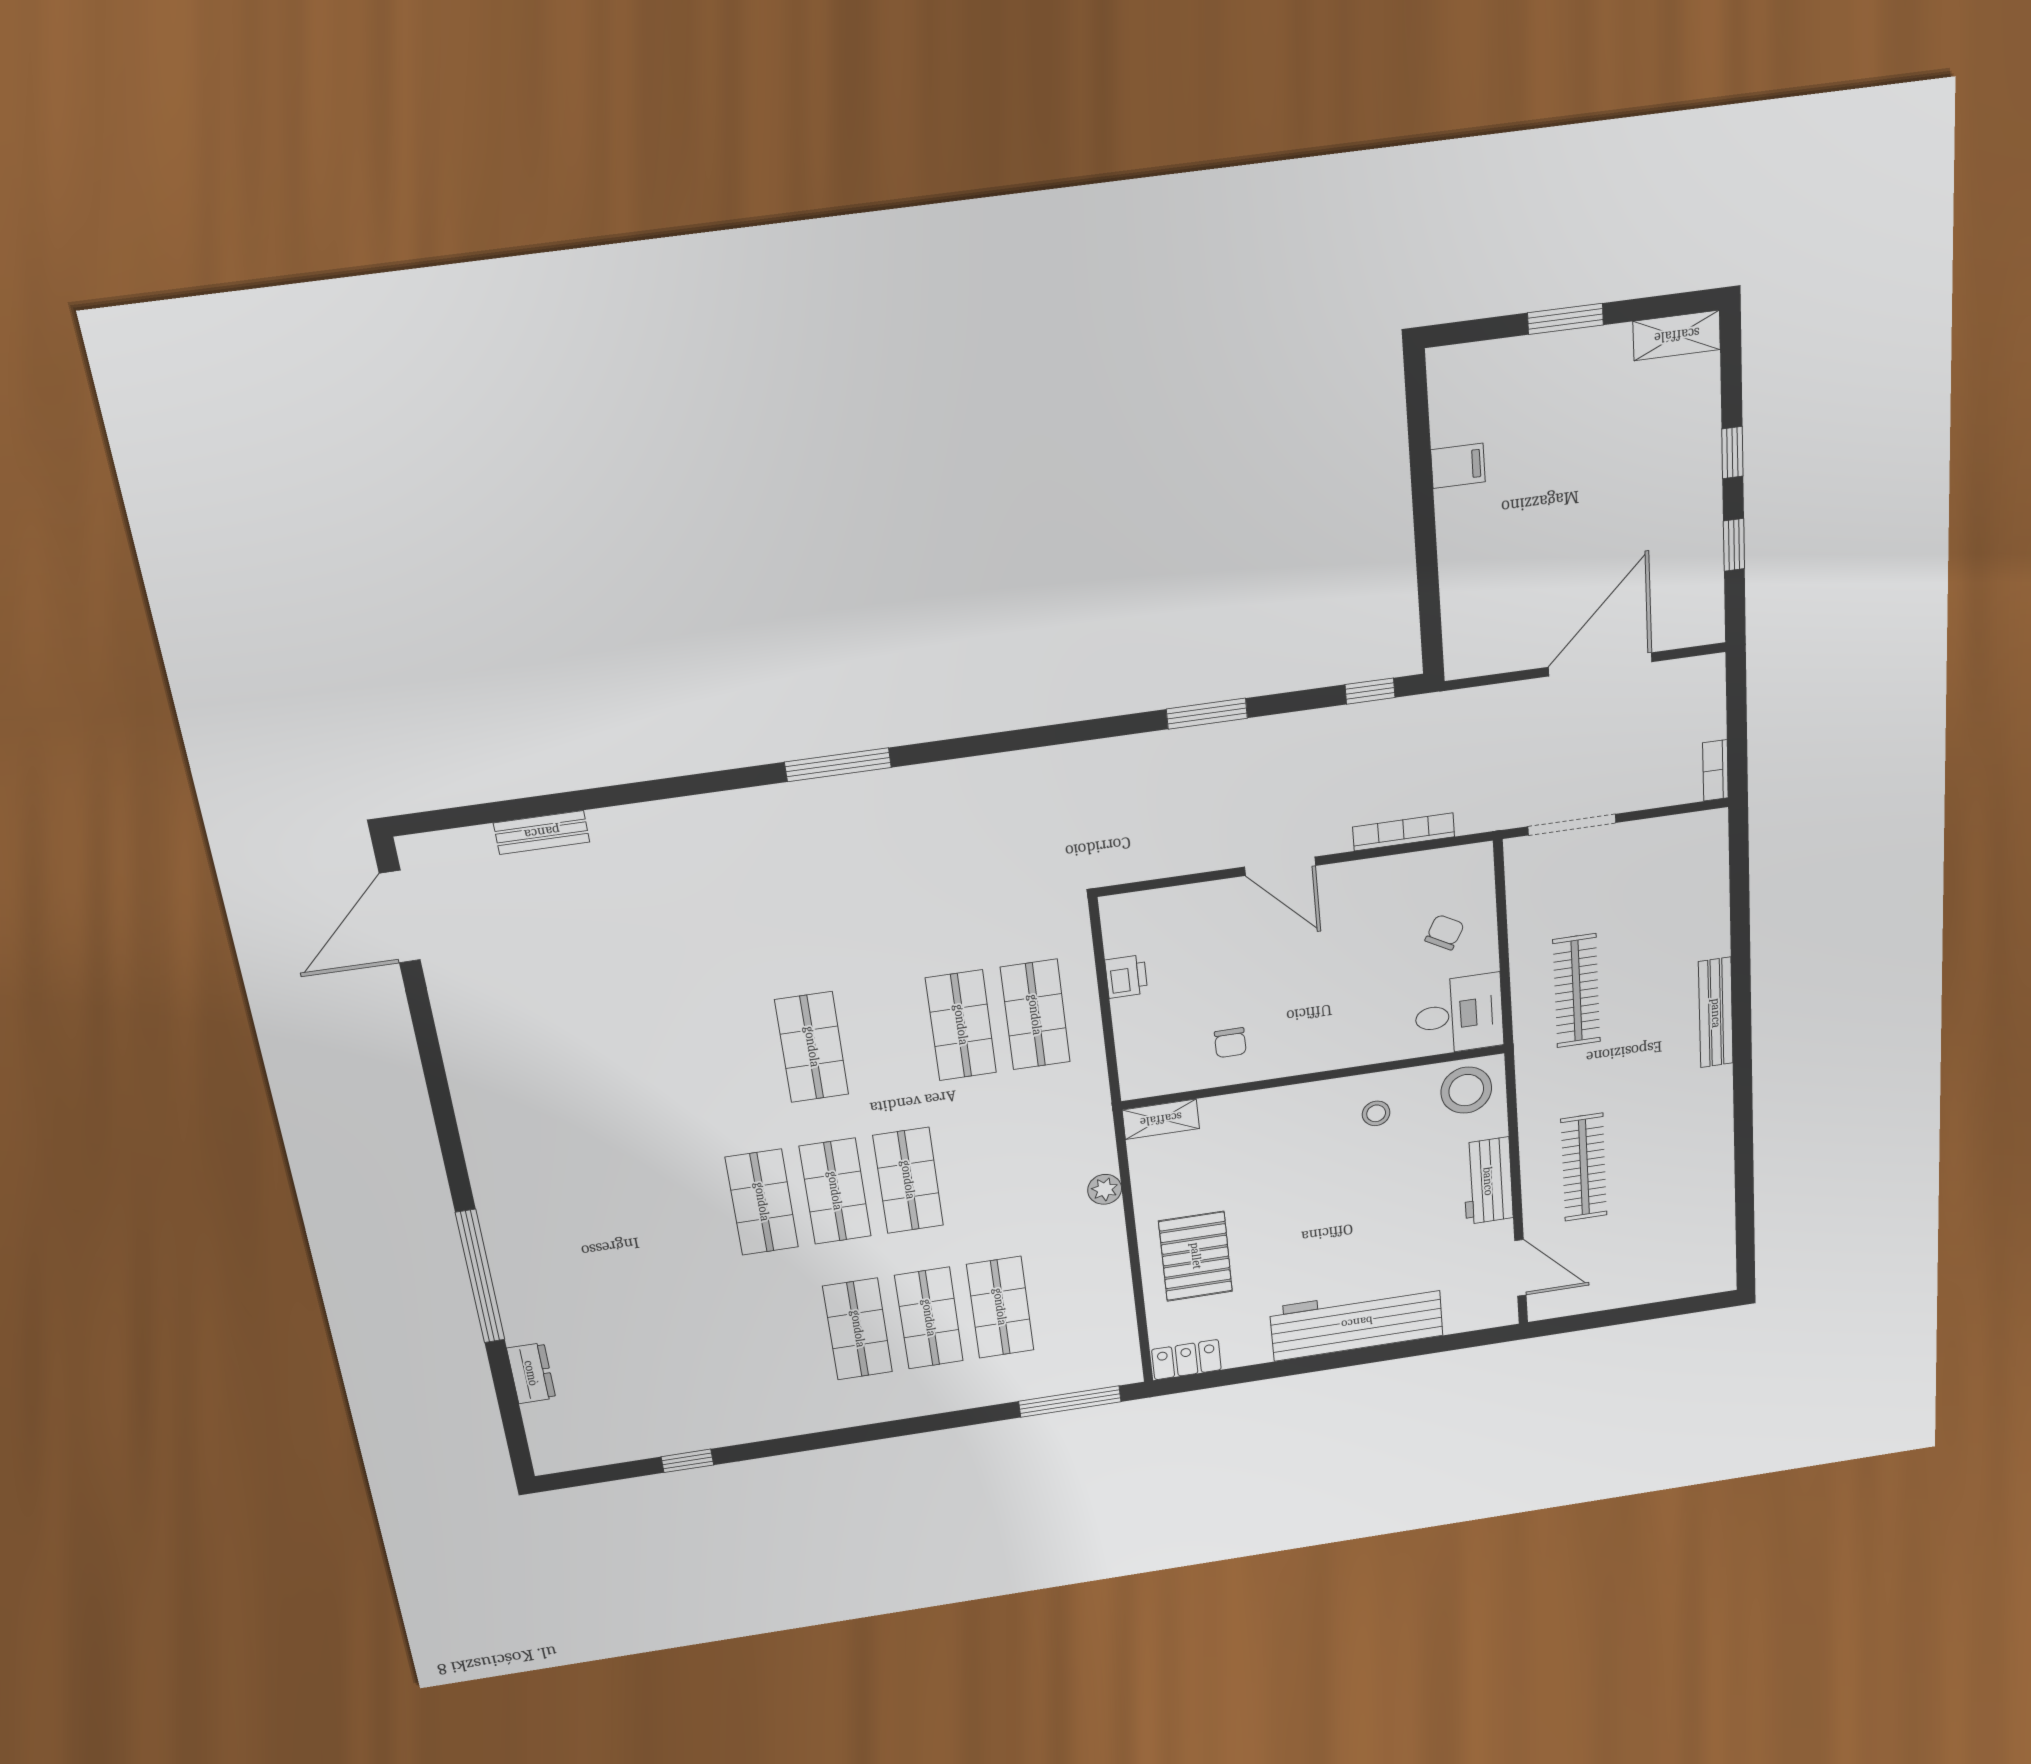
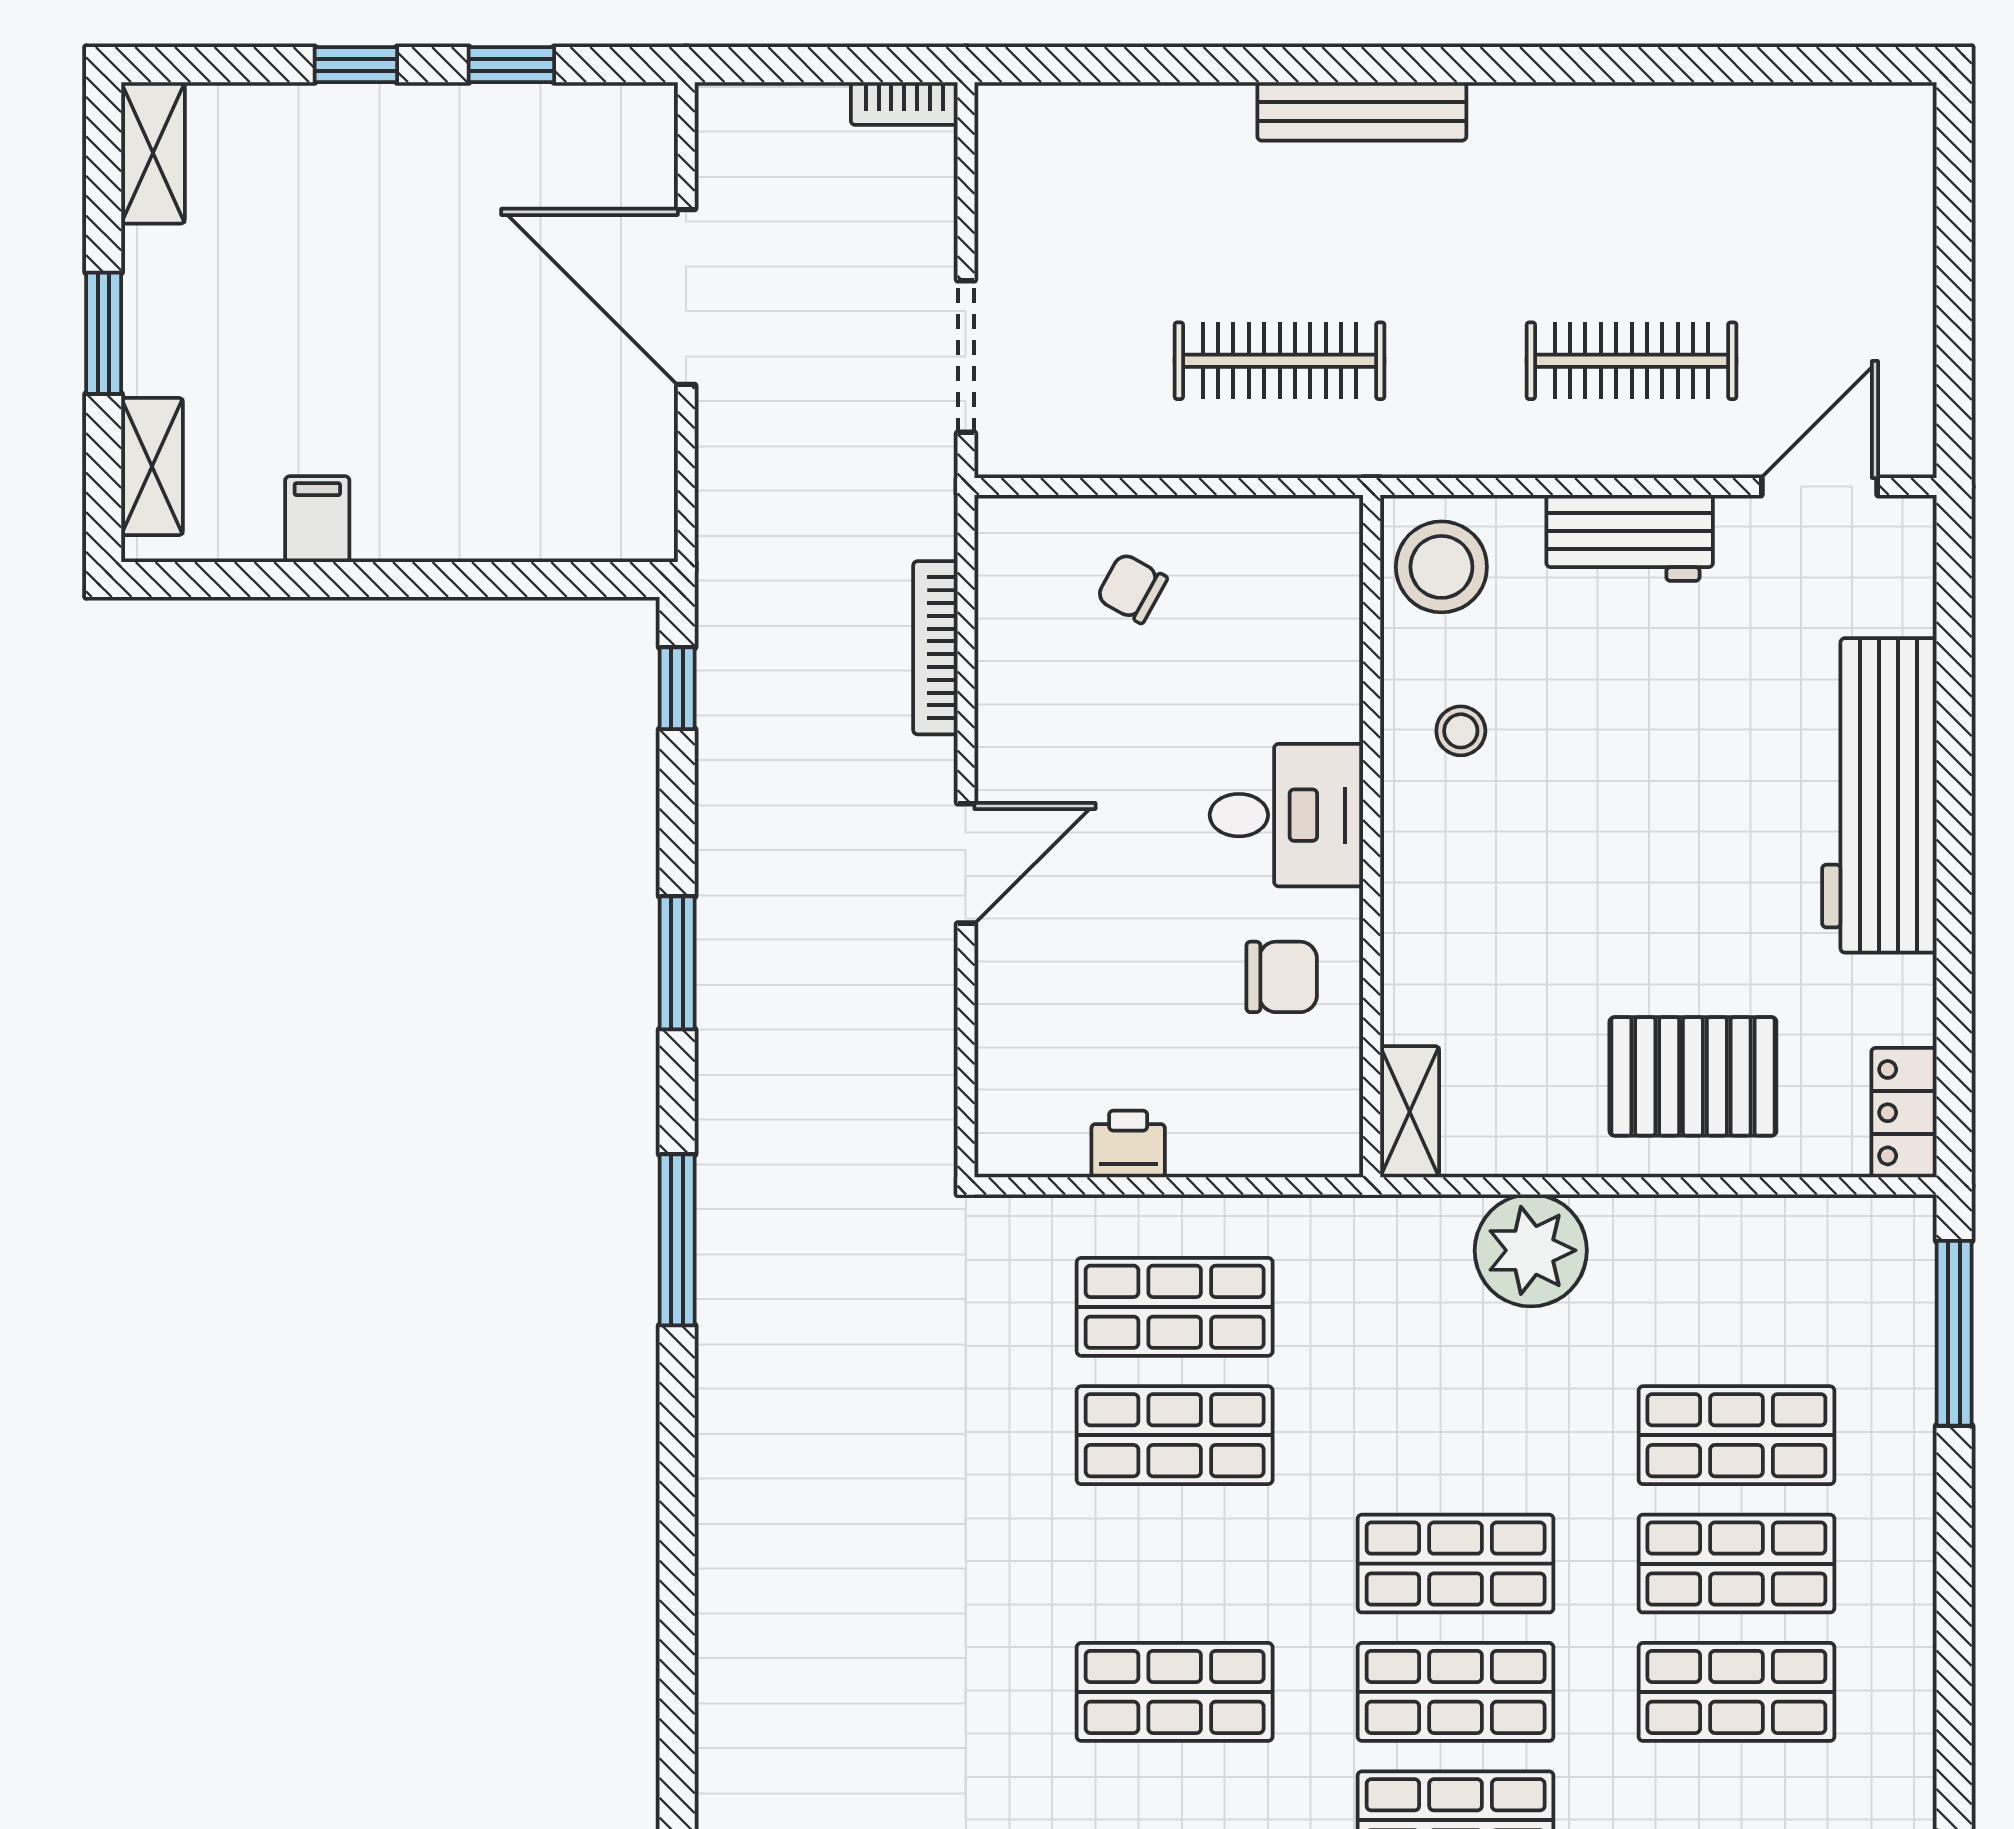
shelving: (1485, 360) -> (152, 467), added
window: (838, 765) -> (677, 1240), moved
desk: (1459, 1015) -> (1286, 815), moved, turned 90
chair: (1230, 1043) -> (1282, 977), width x1.37, depth x1.37
plant: (1105, 1189) -> (1531, 1250), width x1.87, depth x1.87

